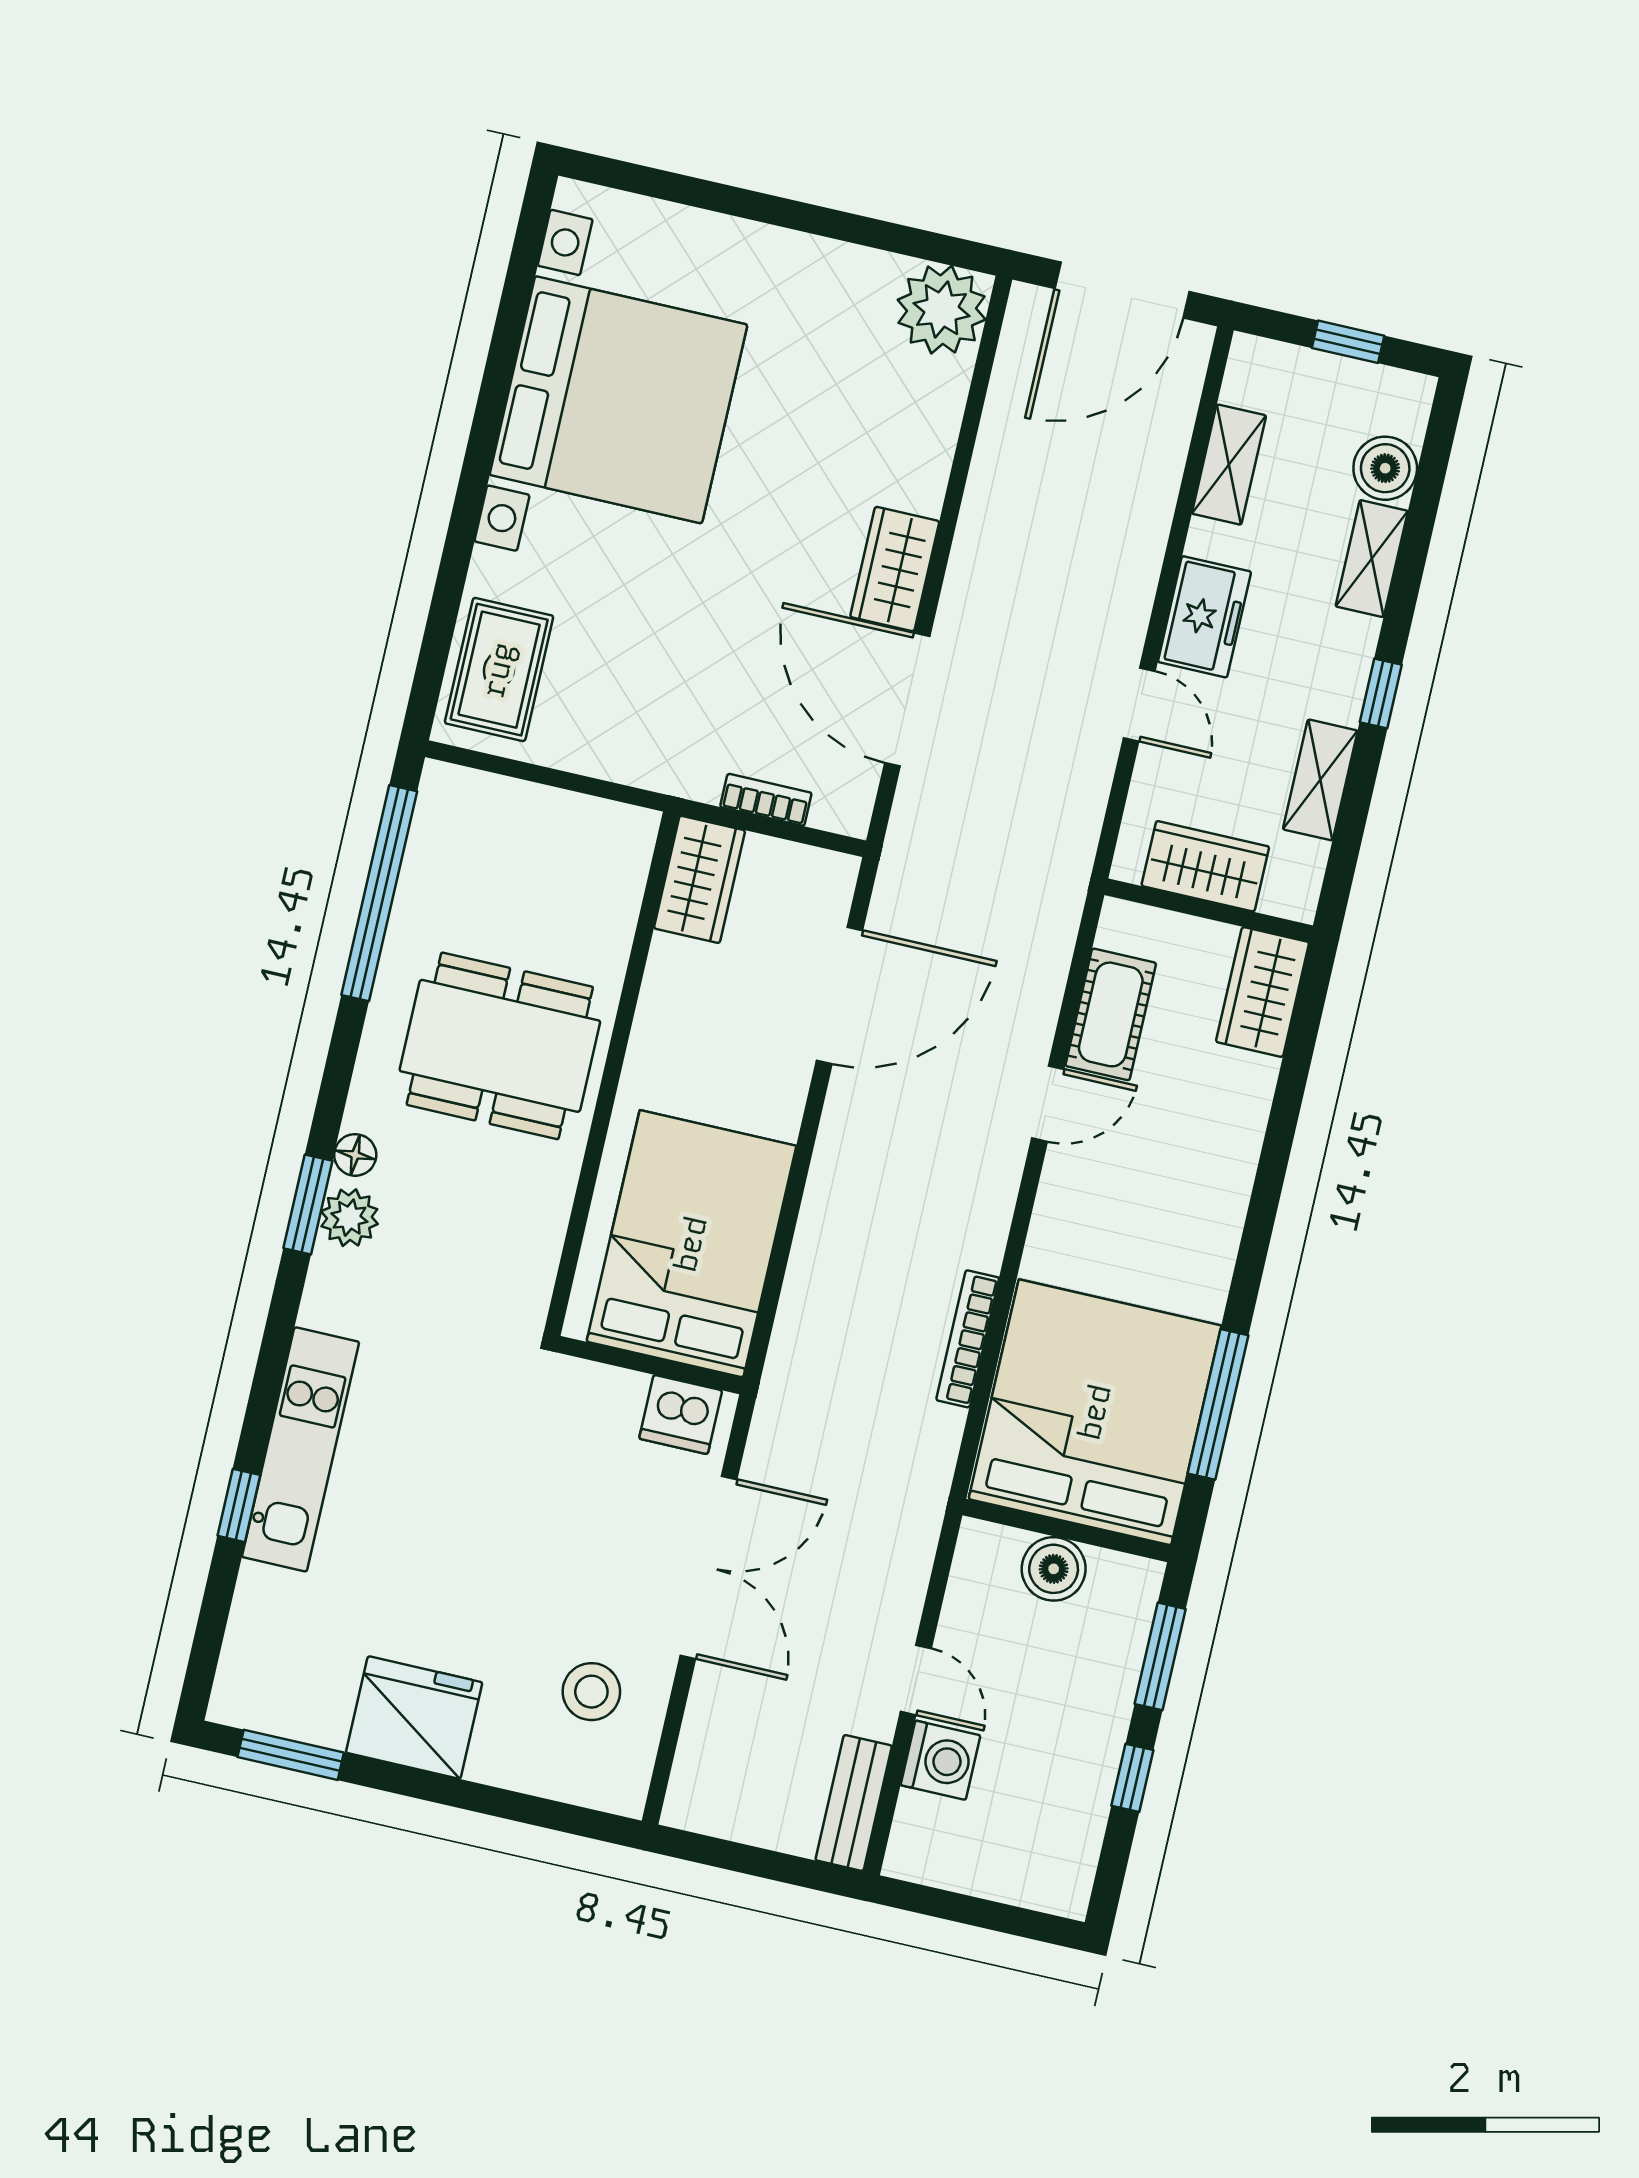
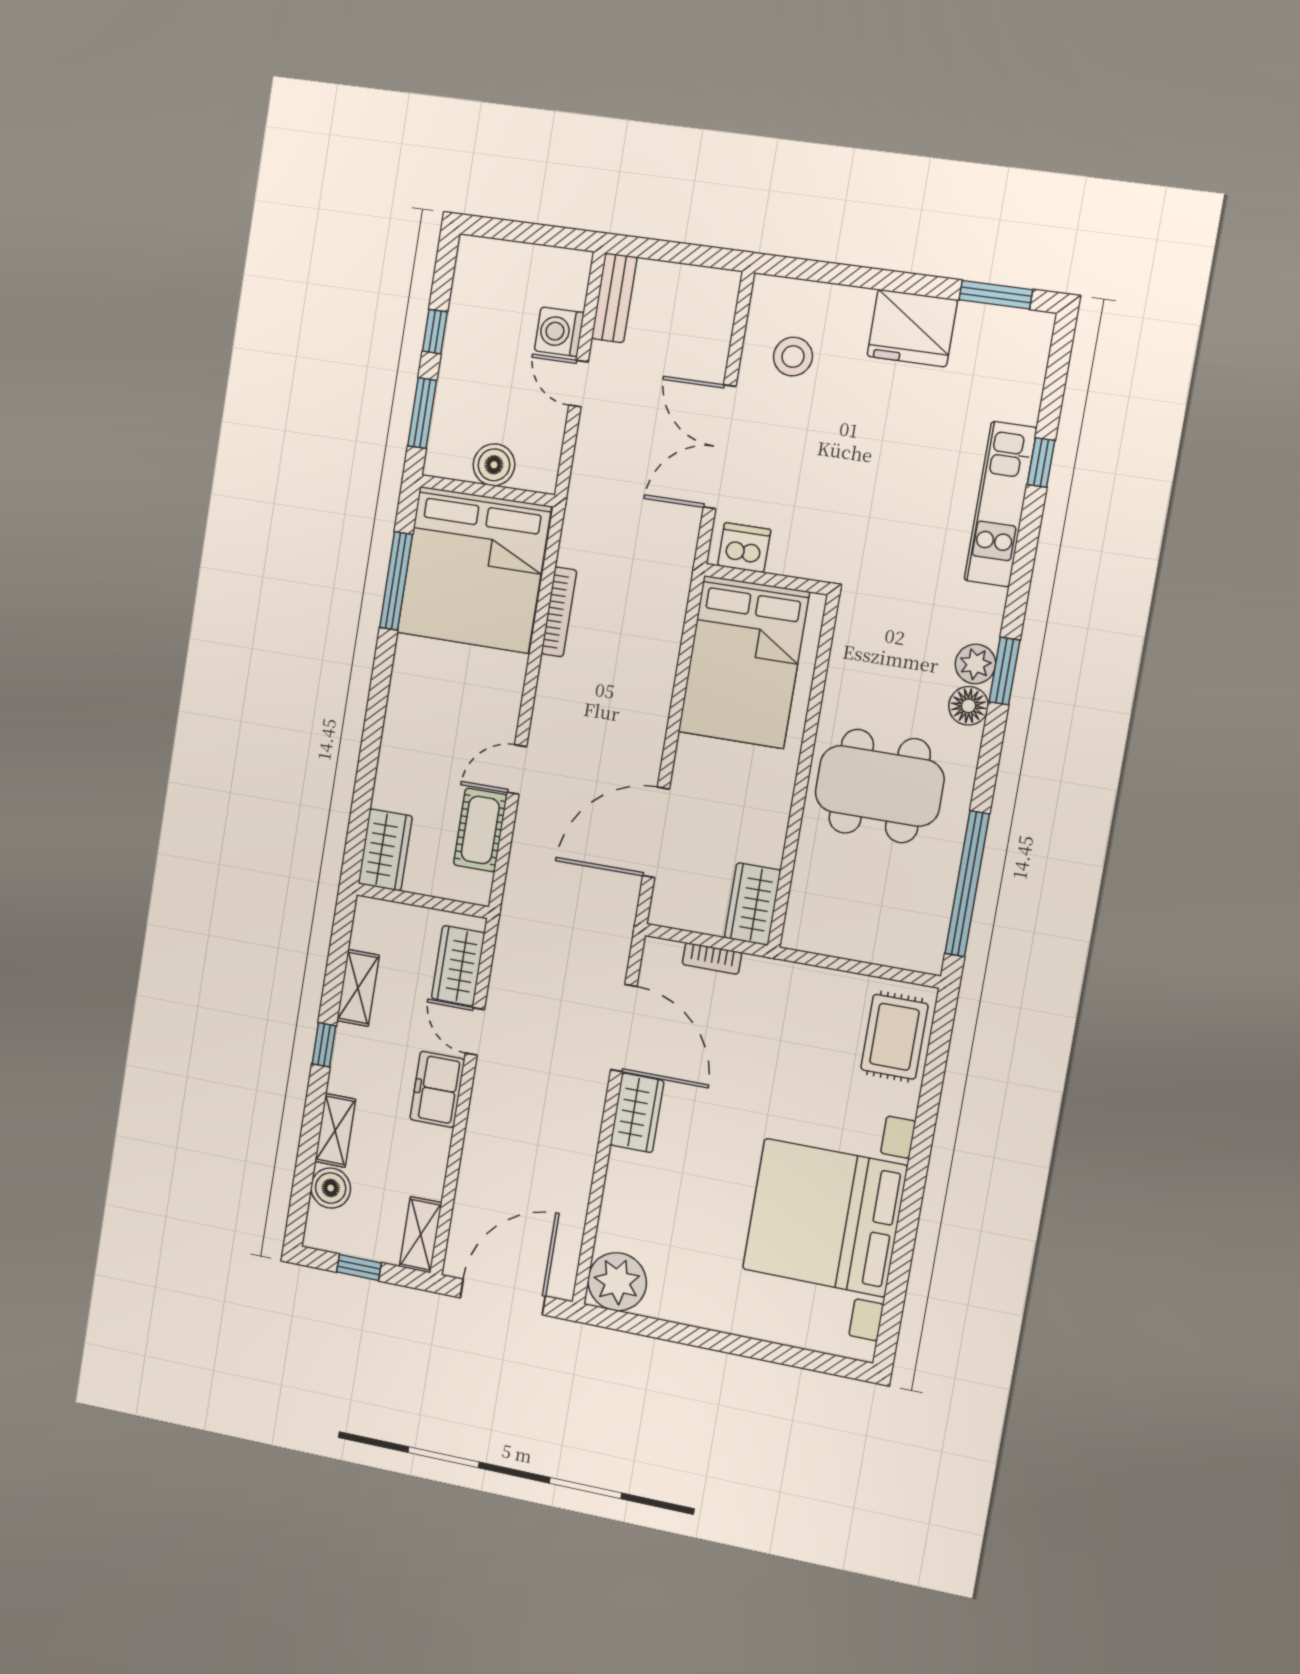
shelving: (1229, 465) -> (421, 1235), moved
wardrobe: (1205, 866) -> (458, 966), moved, turned 90
floor lamp: (355, 1155) -> (969, 706), width x1.37, depth x1.37

